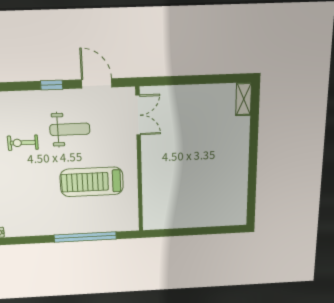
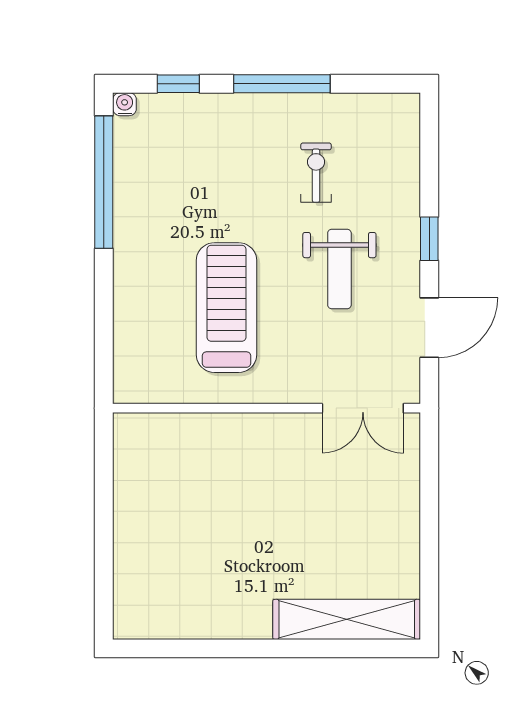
shelving: (244, 99) -> (347, 619), width x2.20, depth x1.33
window: (85, 237) -> (104, 182), moved

